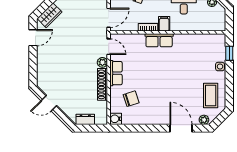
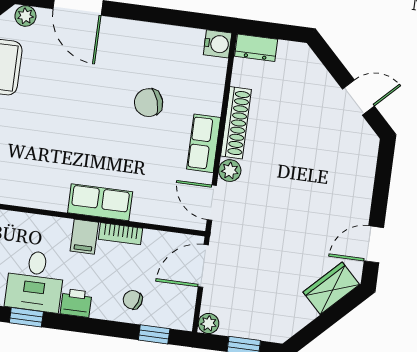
chair: (131, 99) -> (149, 103), moved
dresser: (85, 119) -> (256, 48), moved

